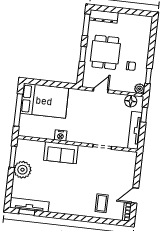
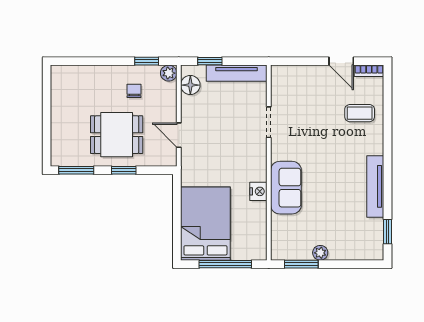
dresser: (104, 16) -> (59, 144), removed
plant: (22, 170) -> (320, 253), width x0.53, depth x0.53
tv unit: (29, 205) -> (375, 186), moved

